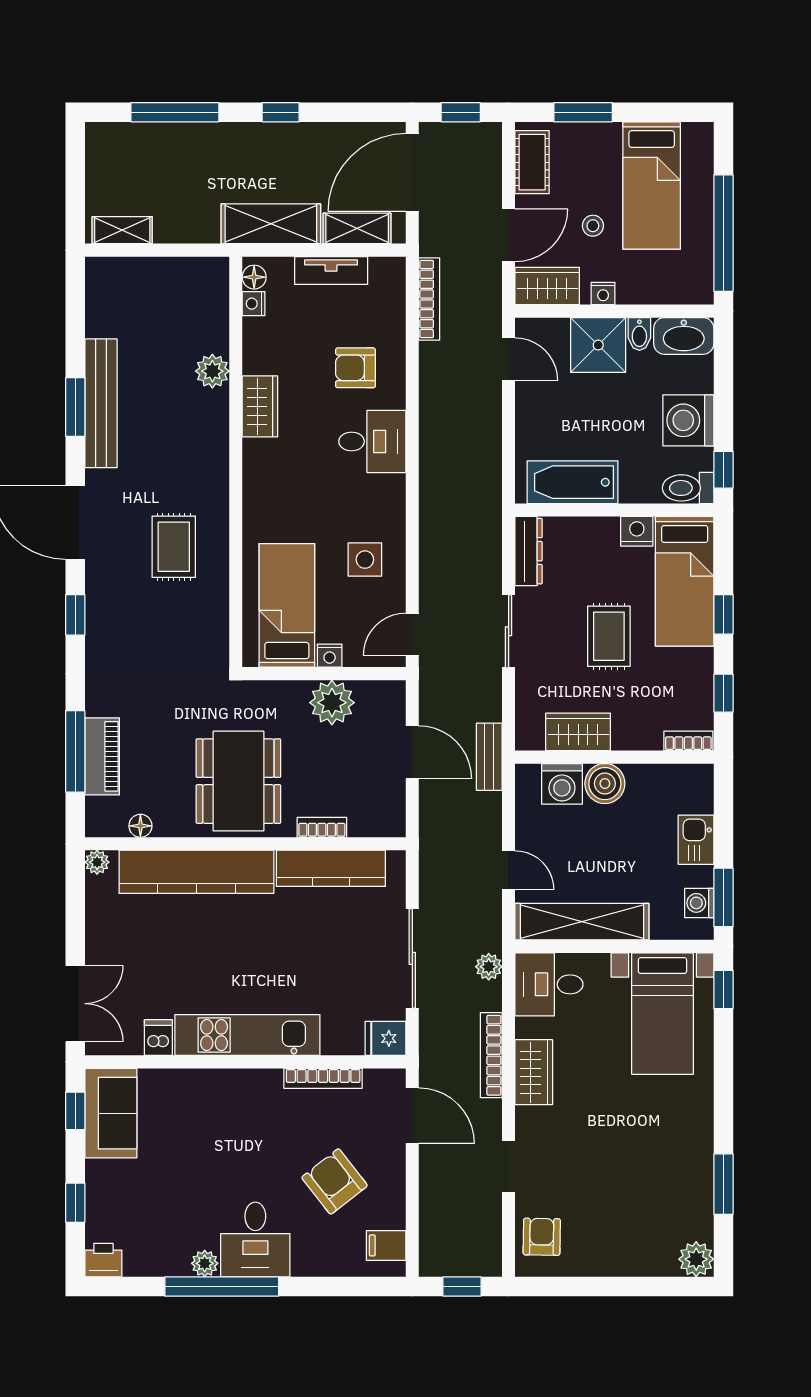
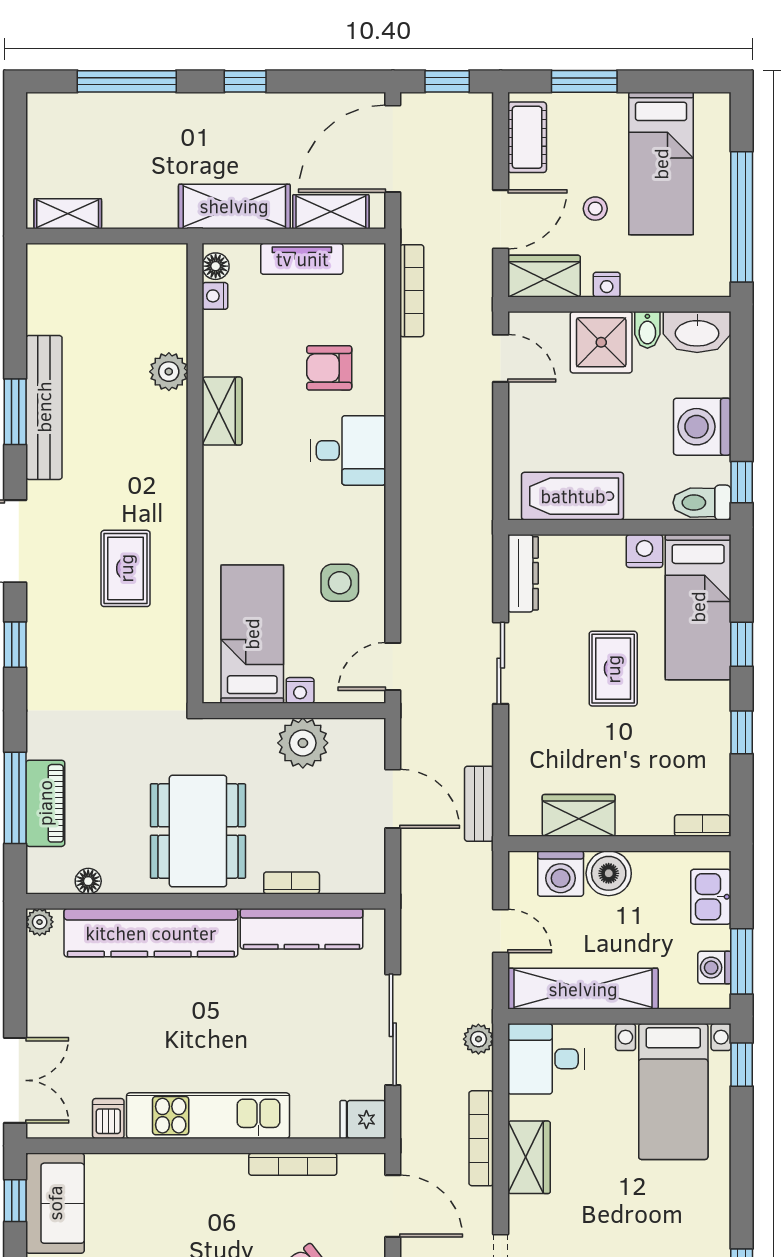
wardrobe: (578, 732) -> (579, 815), moved
bookcase: (688, 741) -> (702, 826), moved
wall: (614, 757) -> (619, 844), moved
washing machine: (562, 784) -> (561, 874), moved
boiler: (605, 784) -> (609, 873), moved

